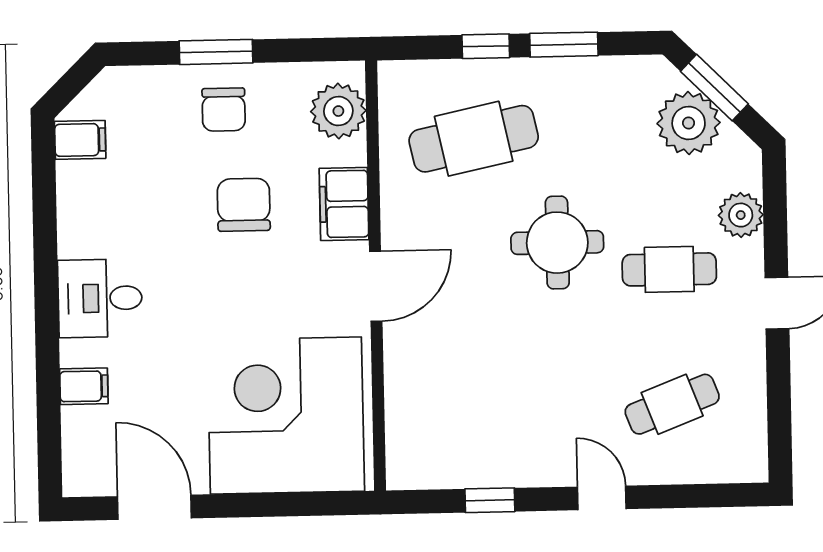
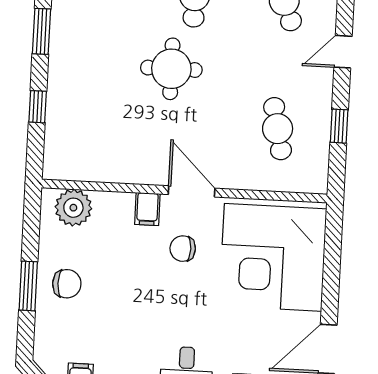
window: (564, 45) -> (42, 31), moved
cafe table: (474, 139) -> (278, 129), moved, width x0.73, depth x0.74
filing cabinet: (344, 204) -> (147, 209), width x0.50
chair: (244, 205) -> (183, 249), moved, width x0.73, depth x0.73

